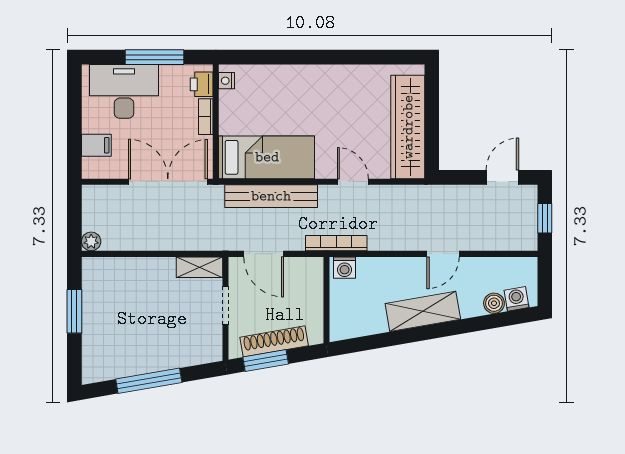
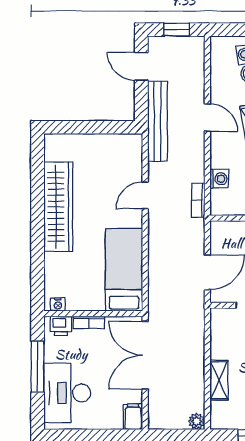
wardrobe: (408, 127) -> (58, 207), moved, turned -90
filing cabinet: (96, 145) -> (133, 417), moved
bench: (271, 196) -> (157, 121), moved
bookcase: (336, 243) -> (198, 200), width x0.64
shelving: (199, 267) -> (219, 380), moved
washing machine: (345, 268) -> (219, 179), moved

